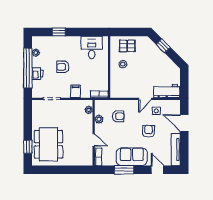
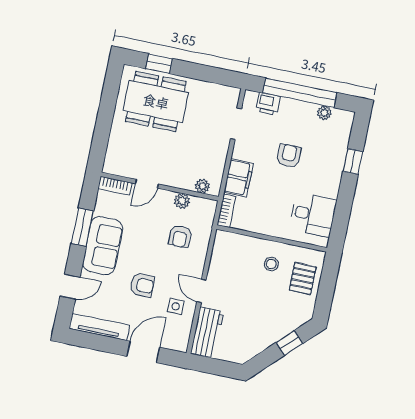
printer: (37, 74) -> (268, 104), moved
filing cabinet: (76, 91) -> (239, 178), width x2.00

